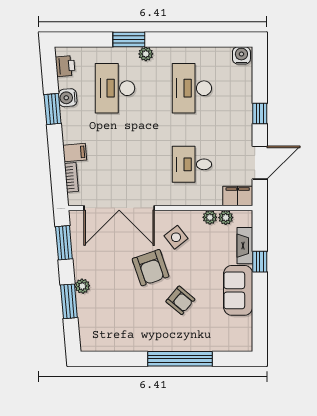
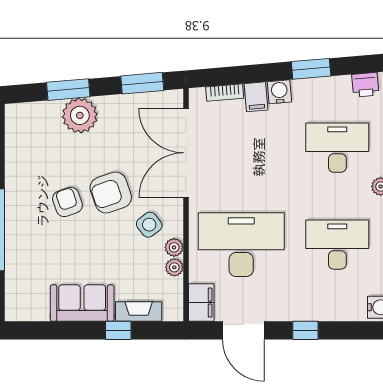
water cooler: (68, 98) -> (279, 92), moved
desk: (192, 164) -> (241, 245), width x1.87, depth x1.30
plant: (226, 218) -> (174, 247), moved
plant: (82, 286) -> (80, 115), width x1.88, depth x1.88
armchair: (180, 300) -> (67, 202), moved, turned 121

